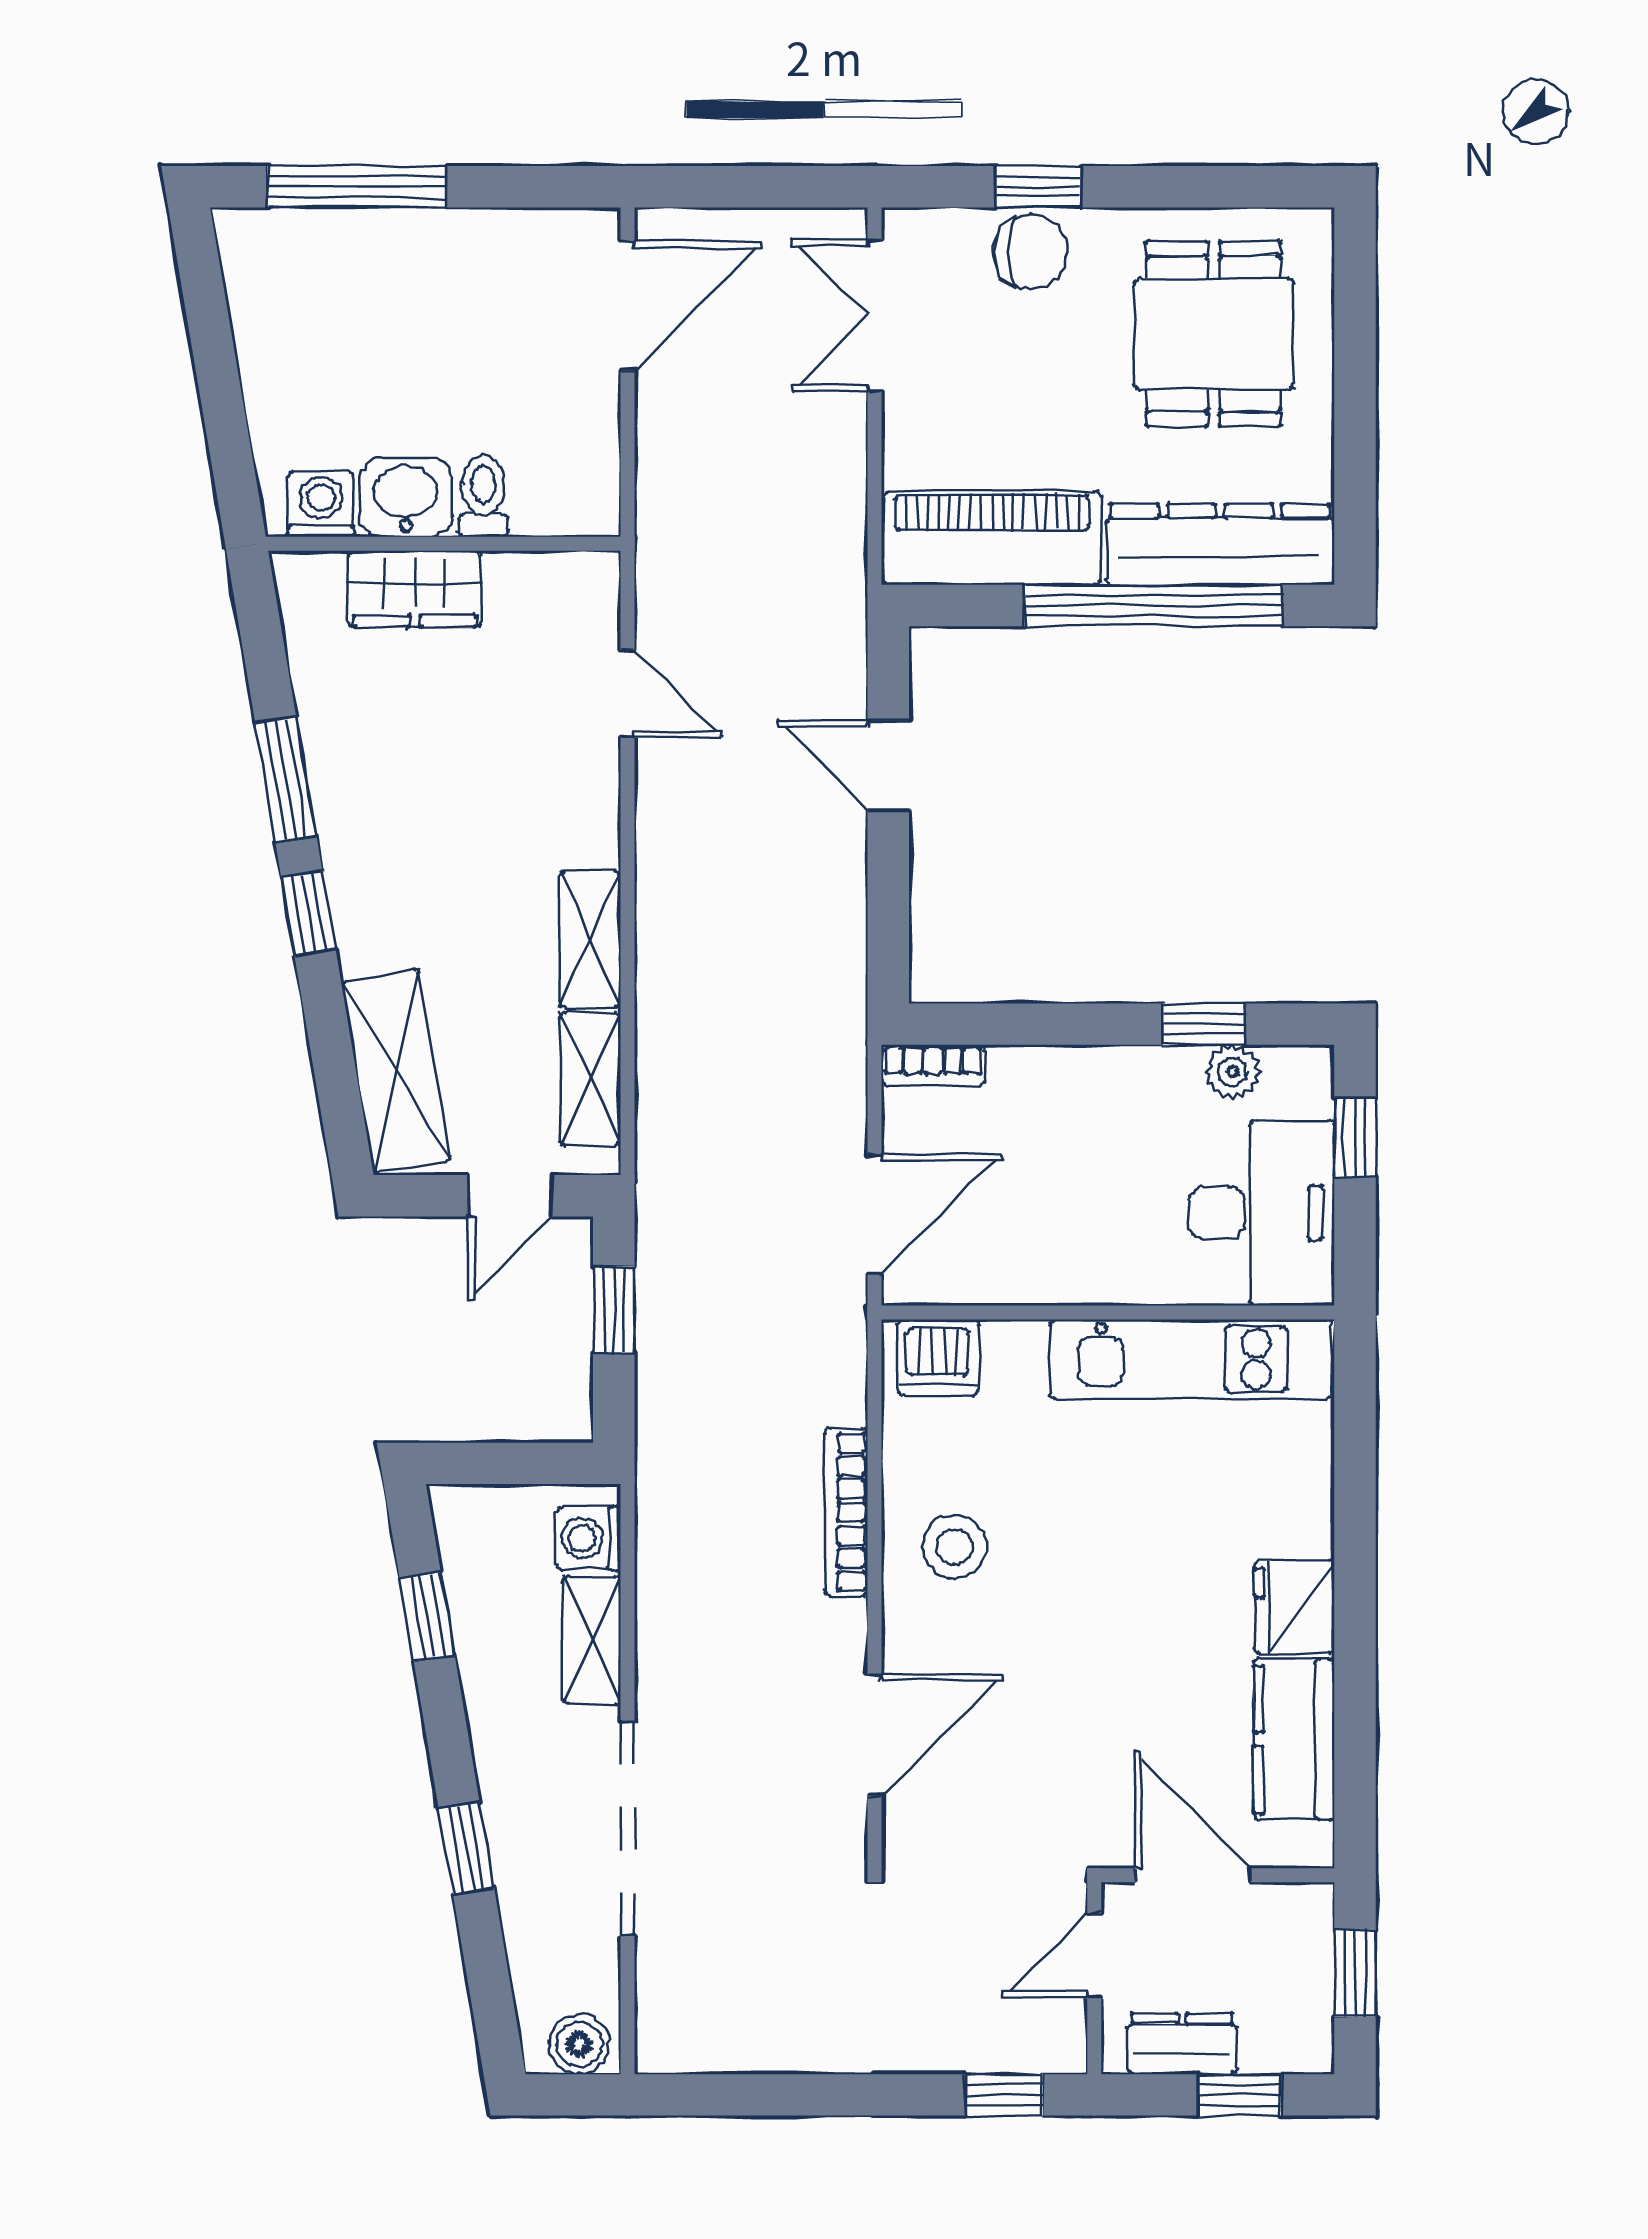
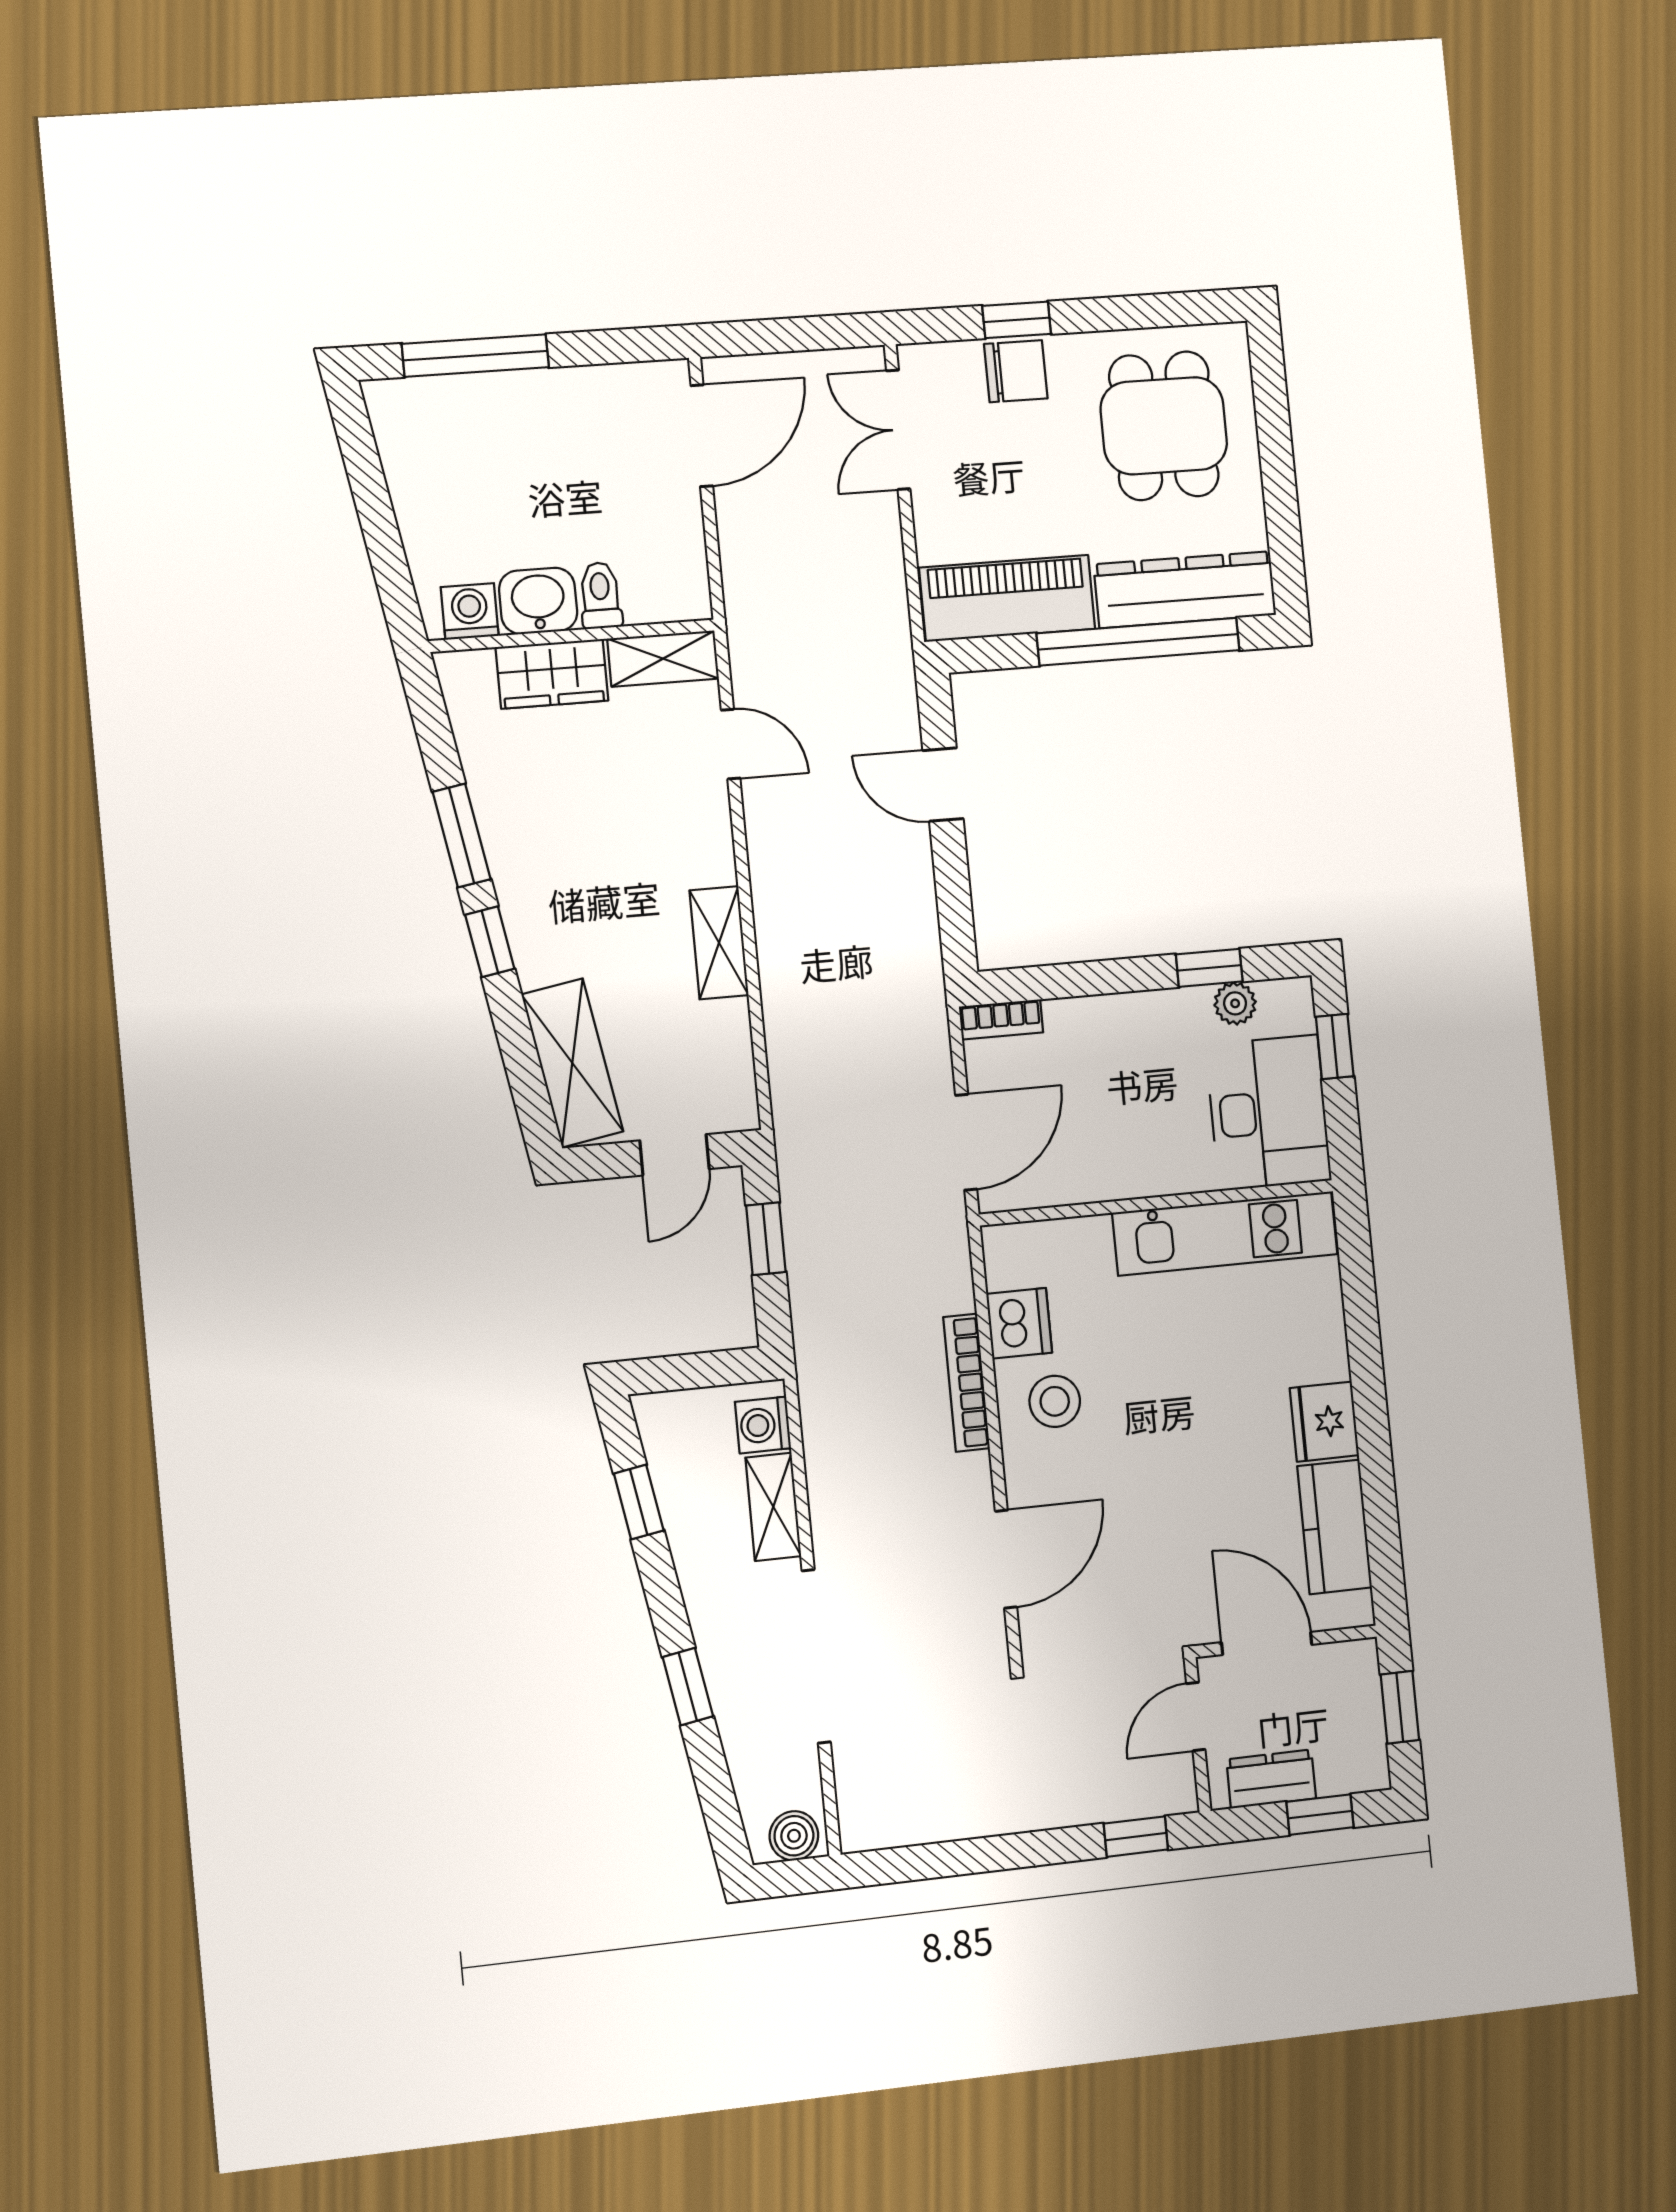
shelving: (590, 1079) -> (663, 659), moved, turned 90
dishwasher: (938, 1357) -> (1019, 1323), moved, turned -90

